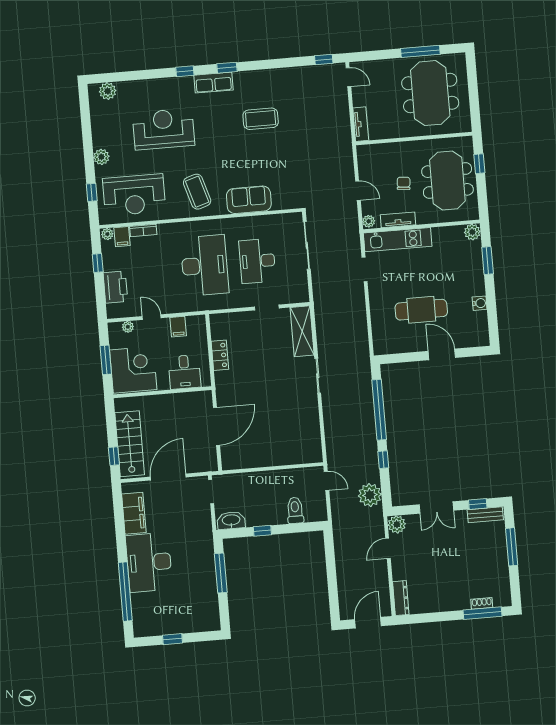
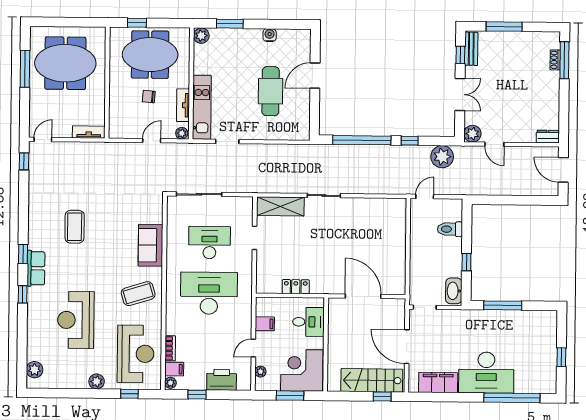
desk: (257, 261) -> (209, 243), turned 180
dresser: (401, 598) -> (548, 137), width x0.70

